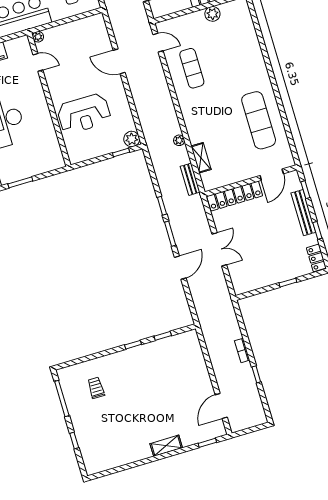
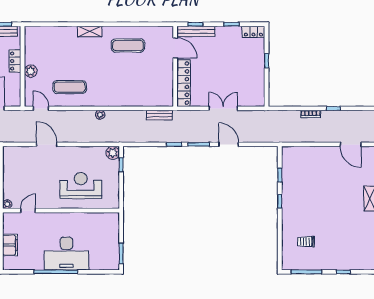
plant: (212, 14) -> (31, 71), moved
door: (158, 43) -> (41, 108), hinge flipped
door: (119, 61) -> (47, 144), swing flipped
reception desk: (84, 114) -> (81, 186), turned -90
exercise mat: (259, 120) -> (128, 45), width x0.73, depth x0.69
plant: (179, 140) -> (100, 115), moved
shelving: (201, 158) -> (90, 31), moved
bench: (303, 213) -> (196, 31), moved

